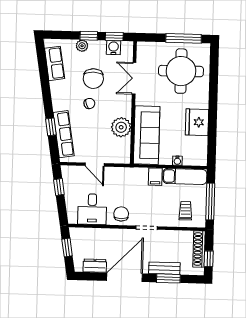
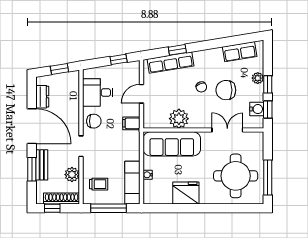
filing cabinet: (155, 177) -> (131, 123), moved
plant: (175, 238) -> (72, 175), added

